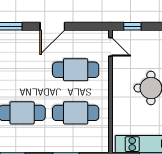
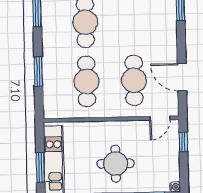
door: (52, 26) -> (182, 77), moved

